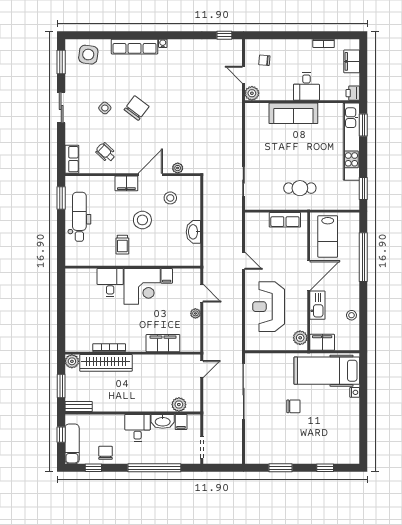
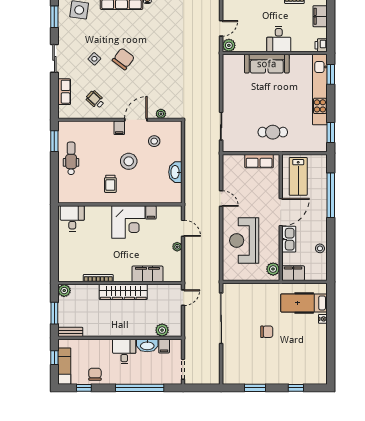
chair: (264, 60) -> (240, 15), removed
door: (243, 75) -> (221, 28), swing flipped
row of seats: (72, 159) -> (64, 92), moved
filing cabinet: (126, 183) -> (119, 128), width x0.50
dental chair: (79, 217) -> (71, 158), width x0.73, depth x0.72
desk: (110, 282) -> (72, 218), moved
wardrobe: (106, 363) -> (123, 292), moved
hospital bed: (327, 371) -> (304, 303), width x0.73, depth x0.78

